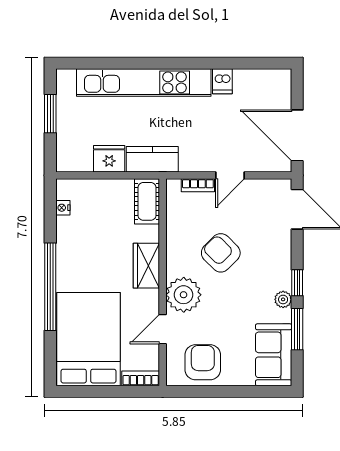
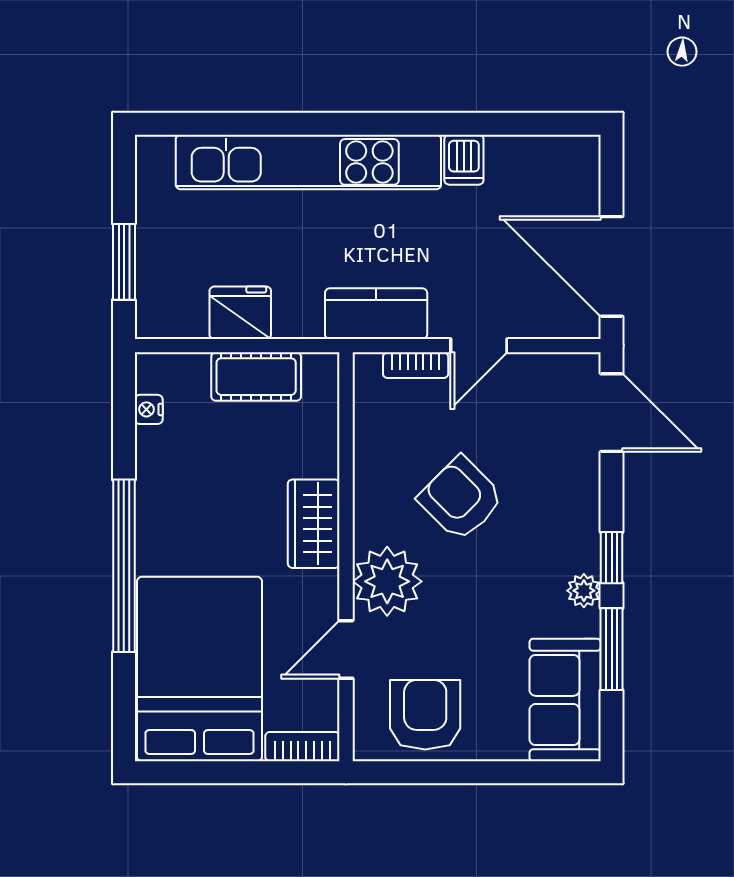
window: (50, 114) -> (124, 262), moved
kitchen counter: (152, 159) -> (376, 314), moved
cot: (147, 201) -> (256, 377), moved, turned 90

